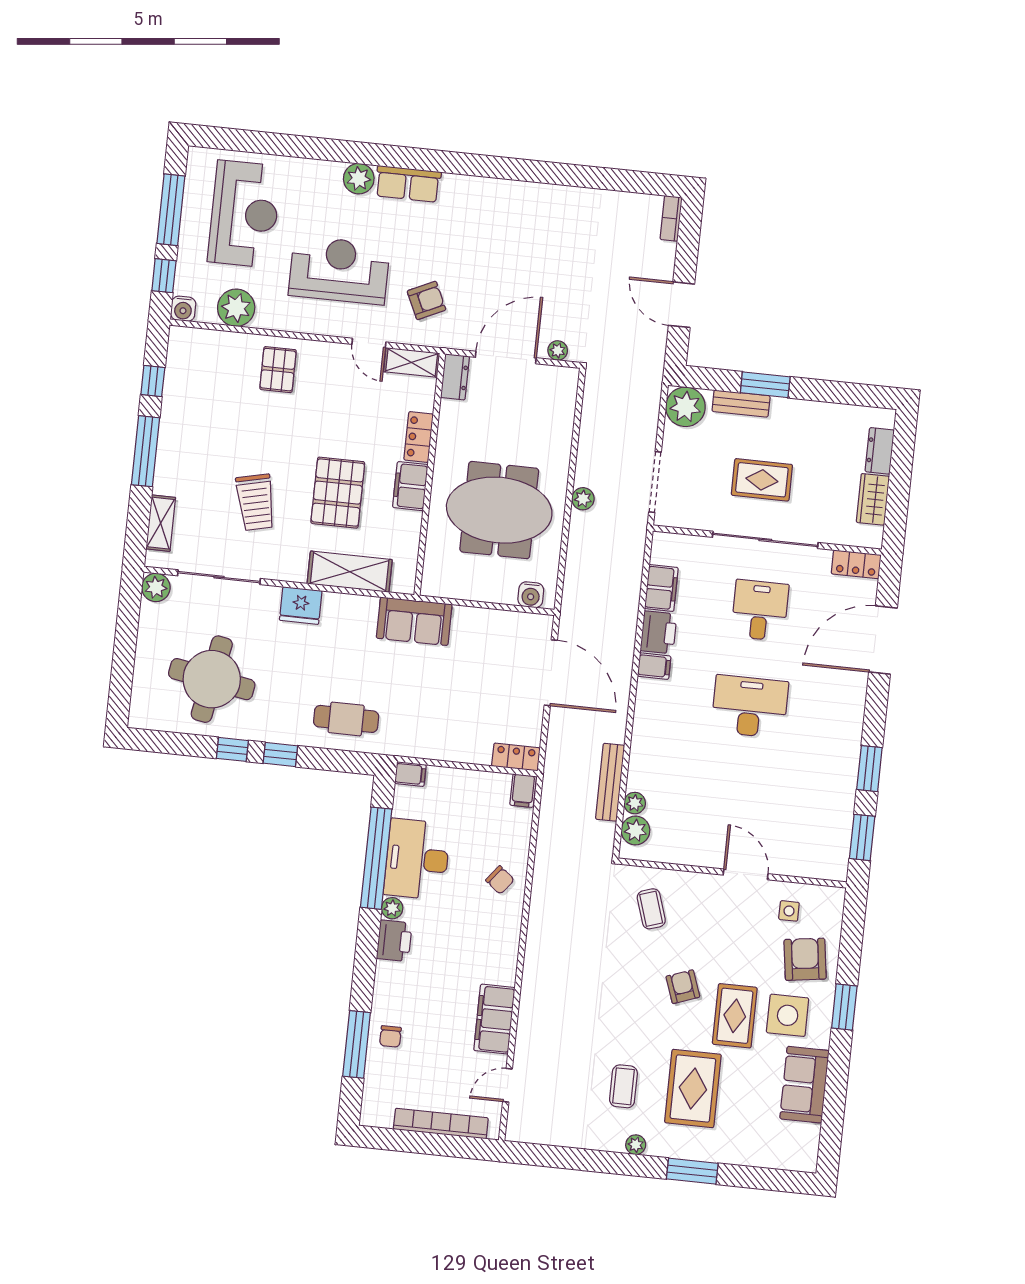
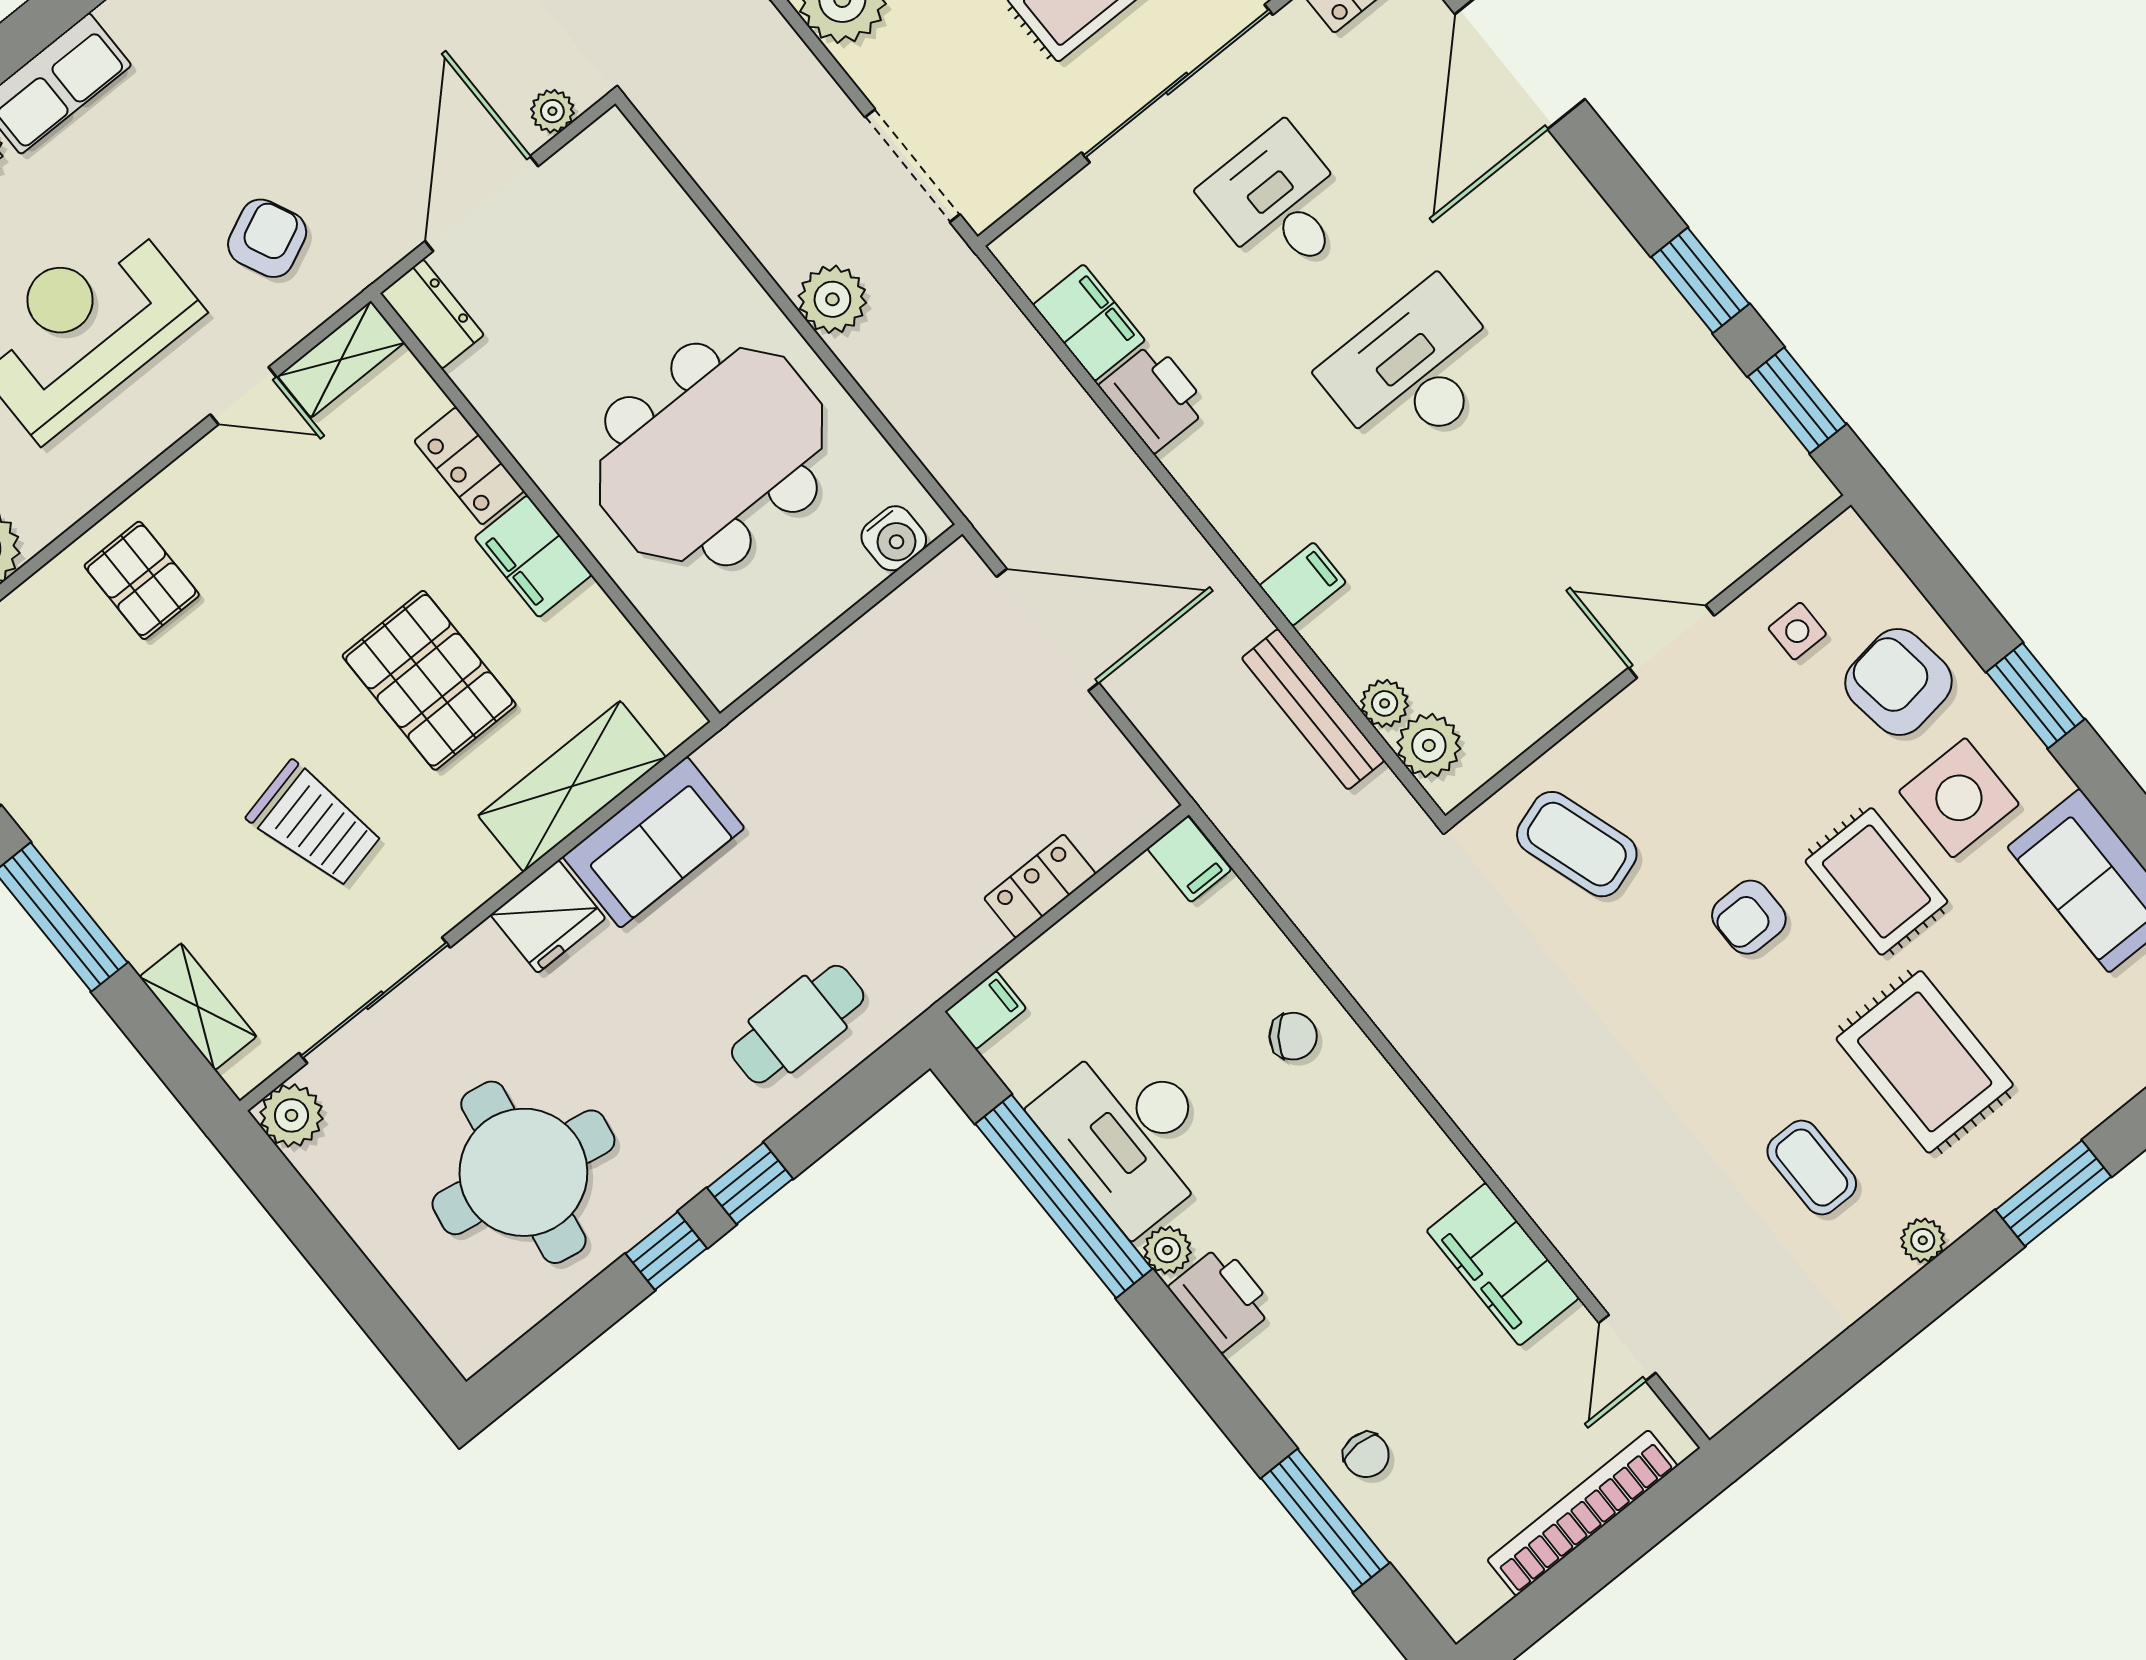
plant: (583, 499) -> (832, 299), width x1.38, depth x1.38
sofa: (414, 621) -> (653, 842), moved
filing cabinet: (654, 666) -> (1303, 584), moved
locker: (516, 757) -> (1040, 886), moved
coffee table: (651, 909) -> (1577, 844), width x1.36, depth x1.30
armchair: (683, 987) -> (1749, 917), turned -70

